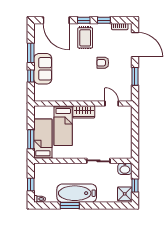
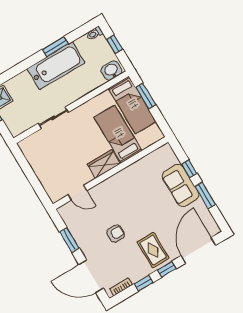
door: (56, 20) -> (198, 250), hinge flipped
washbasin: (125, 169) -> (111, 71), moved

